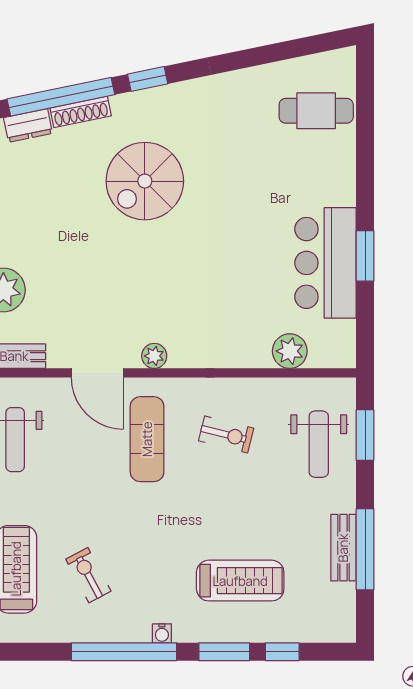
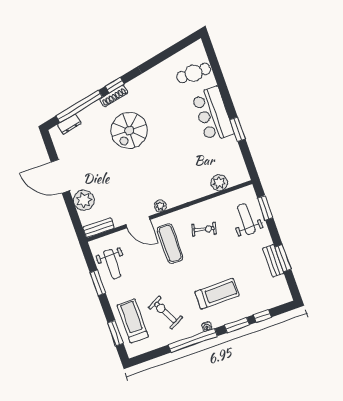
shoe rack: (81, 112) -> (114, 96), moved
bar counter: (325, 263) -> (213, 114), moved
weight bench: (319, 444) -> (246, 219), turned 180
window: (365, 549) -> (283, 258), width x0.69
exercise bike: (88, 575) -> (165, 312), width x1.38, depth x1.39
treadmill: (240, 581) -> (217, 294), moved

